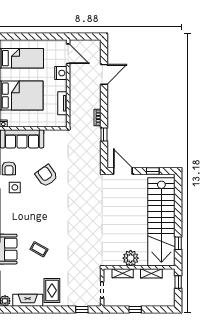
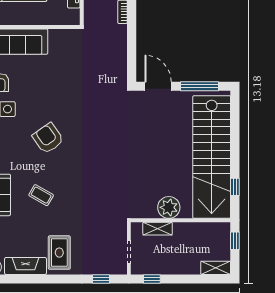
window: (104, 134) -> (132, 35), removed
window: (153, 171) -> (199, 86), width x2.17
armchair: (46, 176) -> (48, 138), moved
shelving: (151, 273) -> (216, 268), moved
window: (135, 309) -> (152, 279), moved

